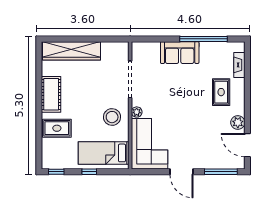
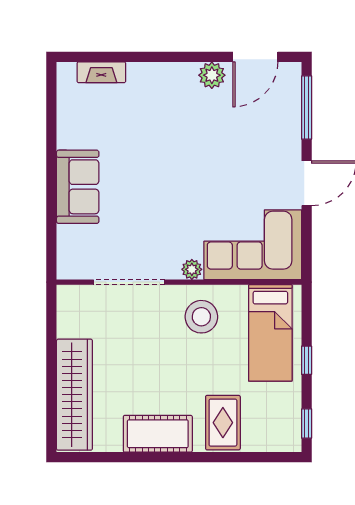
window: (204, 39) -> (51, 141), removed
rug: (221, 92) -> (153, 107), removed

